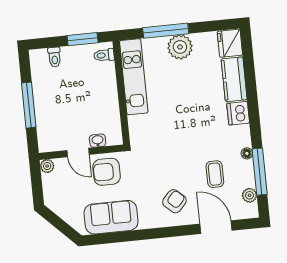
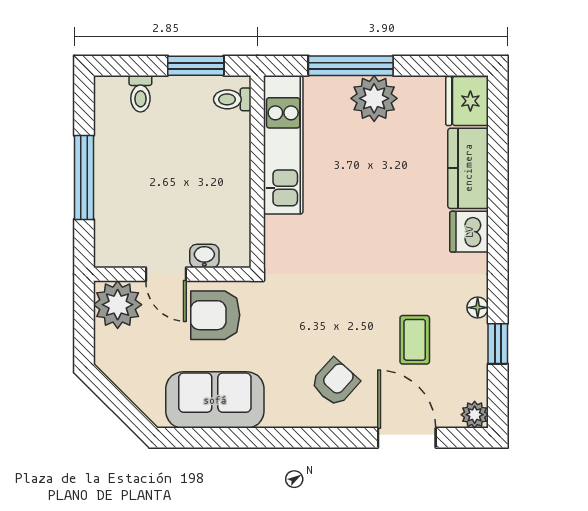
plant: (47, 166) -> (118, 305), width x1.88, depth x1.88
window: (260, 172) -> (498, 344), width x0.46
plant: (249, 195) -> (475, 415), moved

